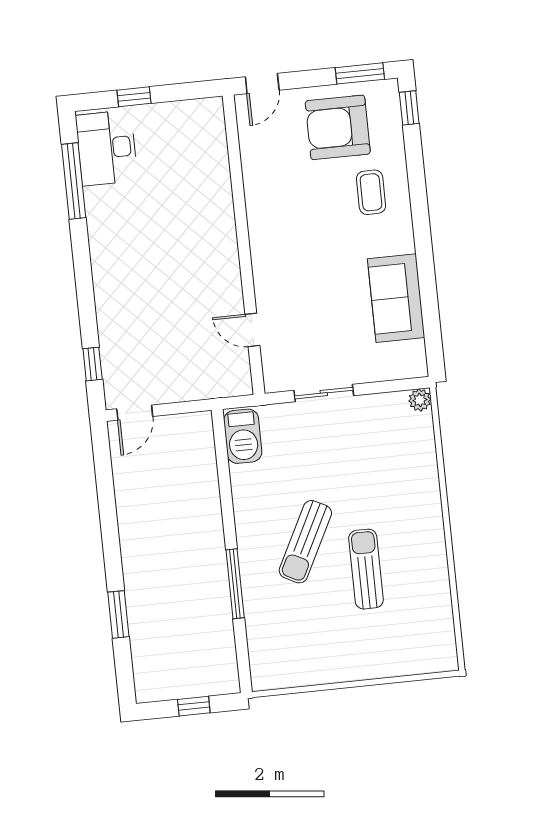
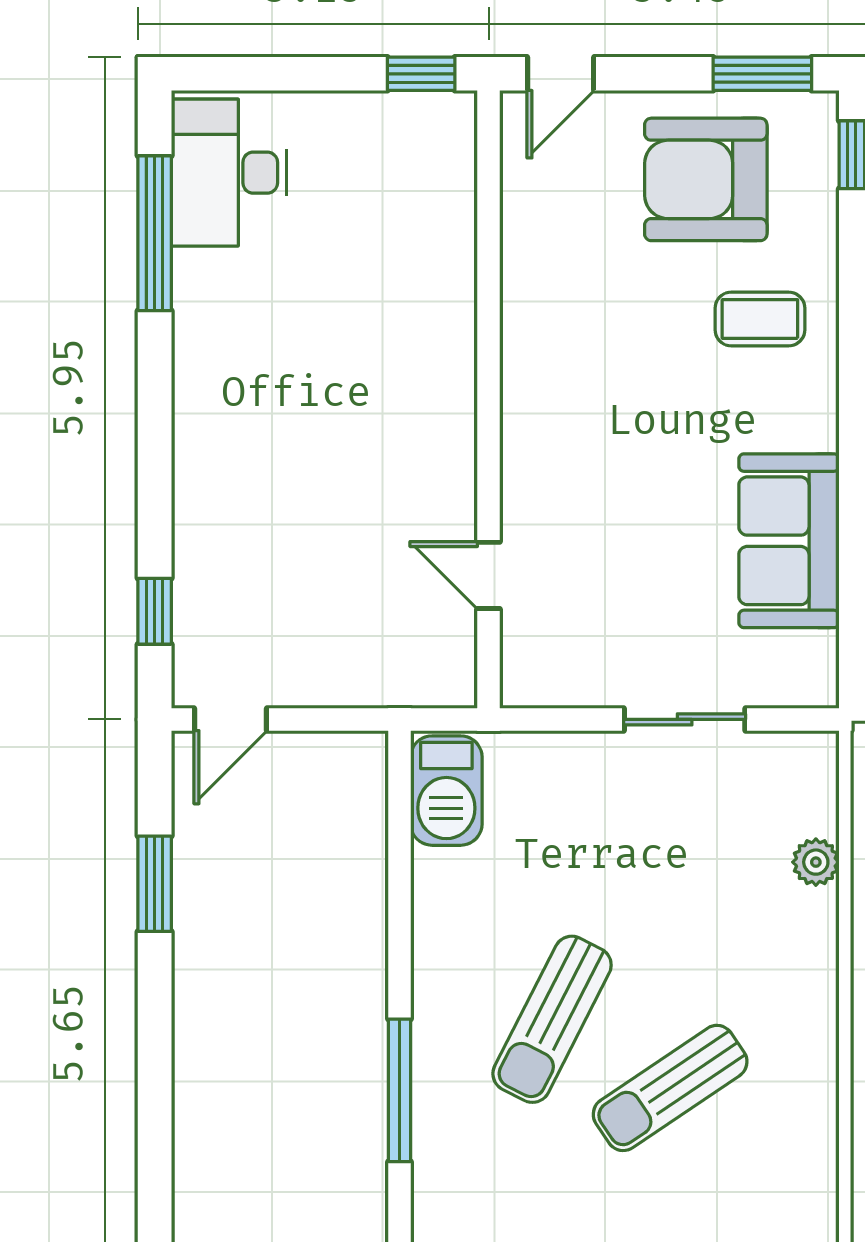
window: (134, 97) -> (421, 74), moved
coffee table: (371, 192) -> (760, 319), turned 90
sliding door: (324, 393) -> (685, 719), moved
plant: (420, 400) -> (816, 862), moved
sun lounger: (366, 569) -> (670, 1088), turned -124
window: (118, 614) -> (155, 884), moved

